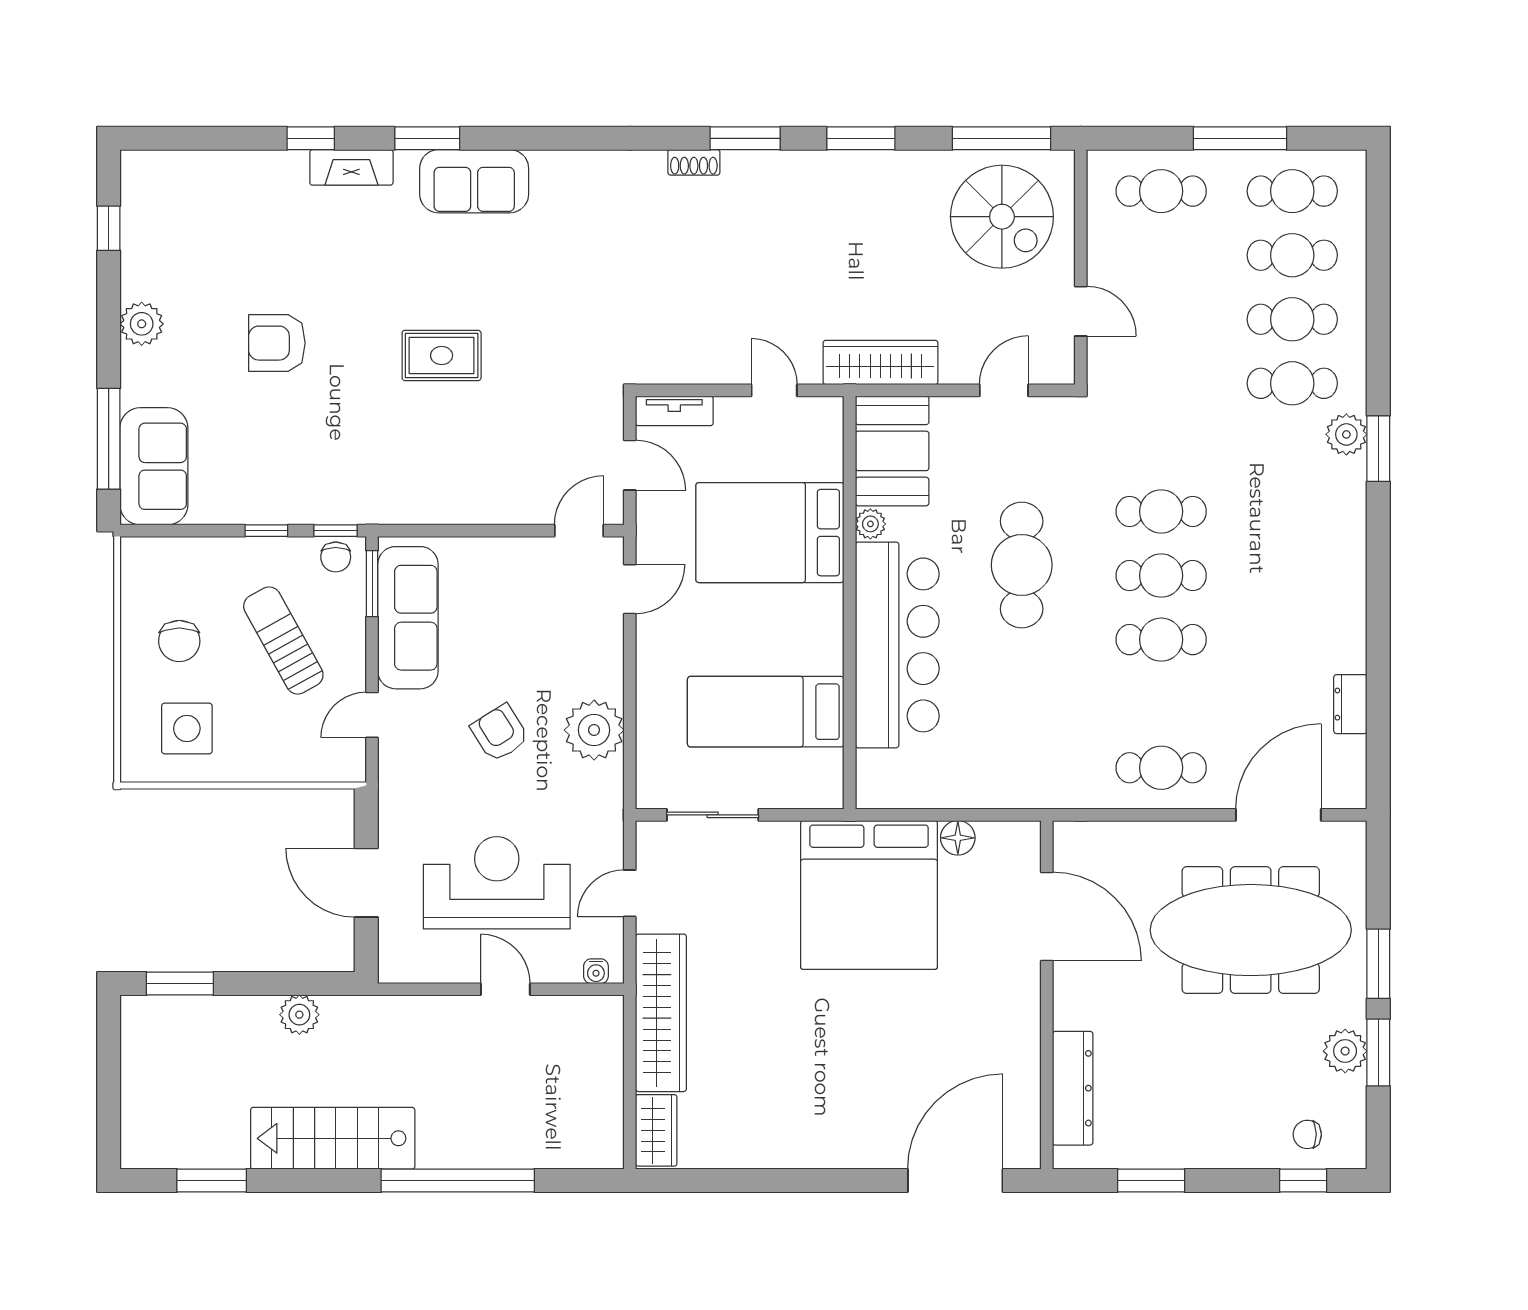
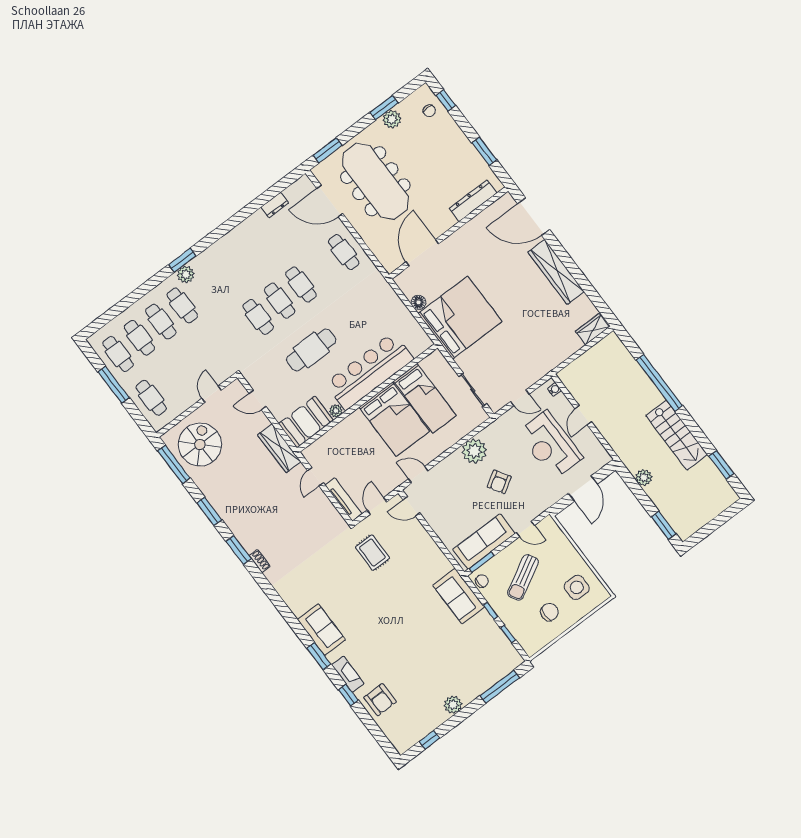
armchair: (277, 343) -> (380, 700), moved
rug: (442, 355) -> (372, 553), moved
tv unit: (674, 411) -> (344, 500), width x1.41
sofa: (154, 466) -> (459, 596), moved, turned -90
window: (335, 531) -> (508, 634), moved
bed: (770, 533) -> (394, 419), moved
window: (1378, 964) -> (328, 150), moved
wardrobe: (661, 1013) -> (556, 272), moved, turned -90

